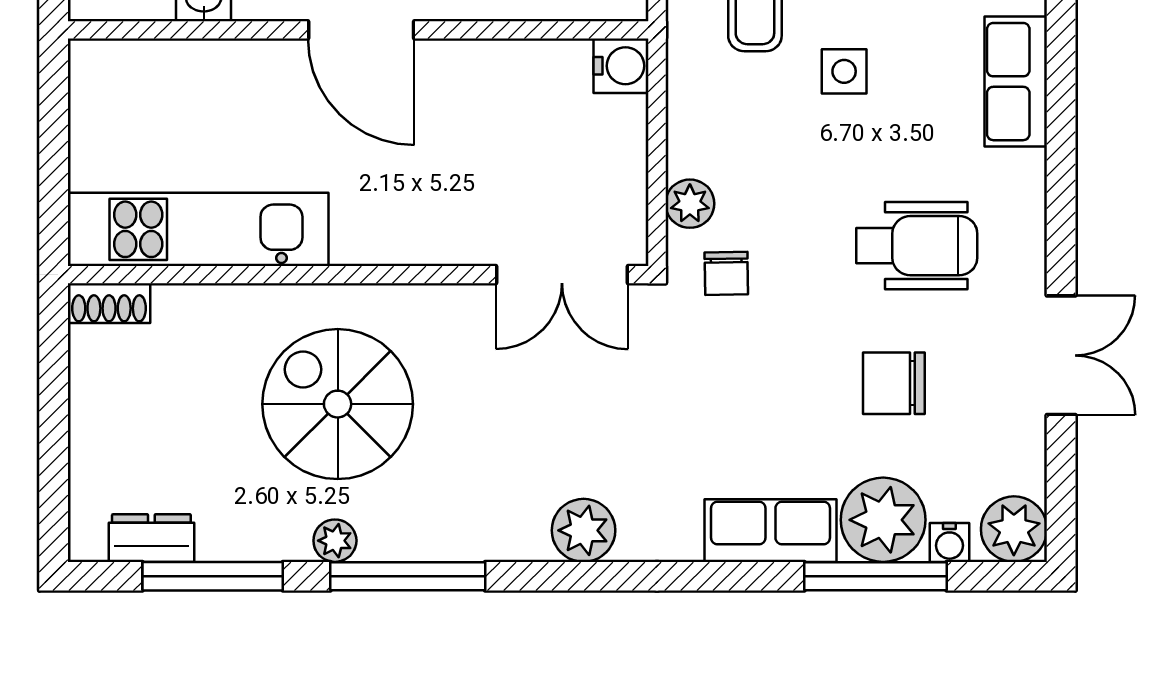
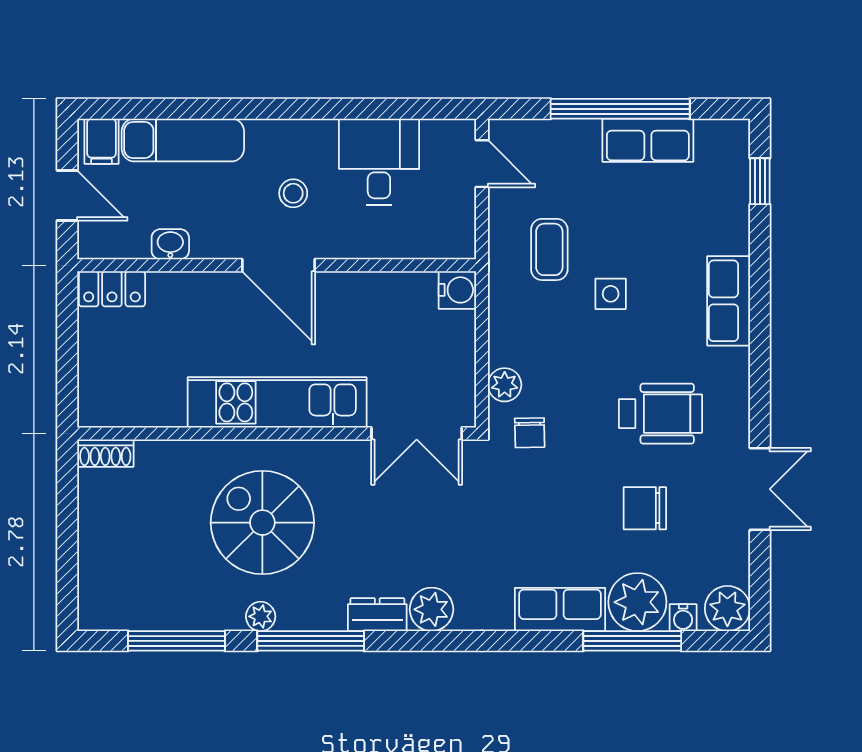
locker: (119, 64) -> (112, 289), added
kitchen unit: (198, 229) -> (277, 402), moved
dresser: (151, 538) -> (377, 615), moved

